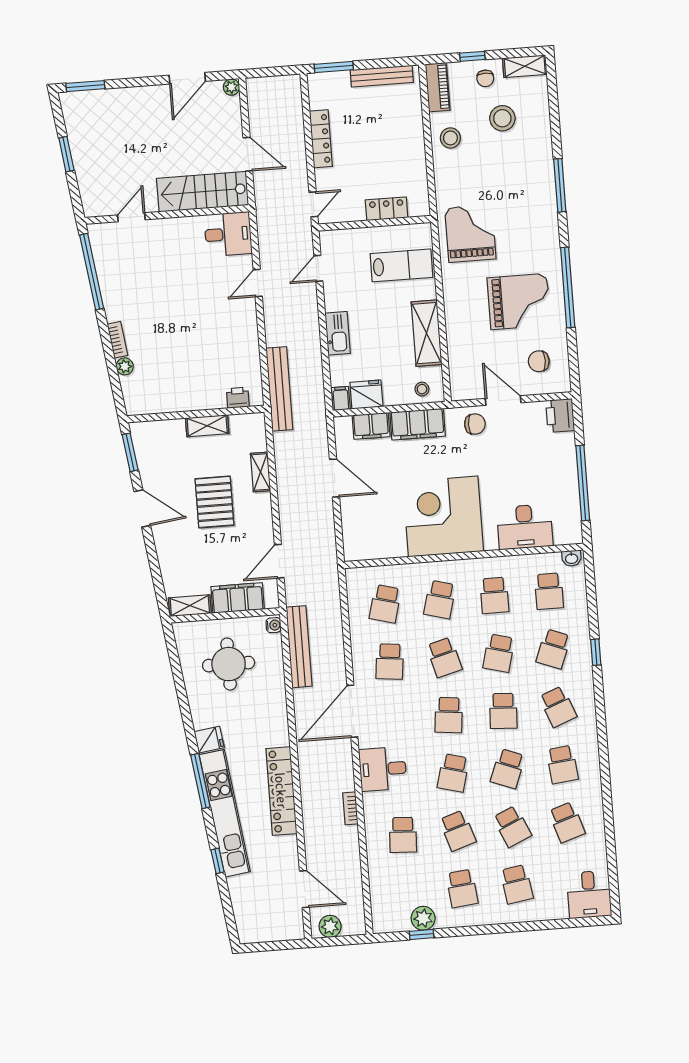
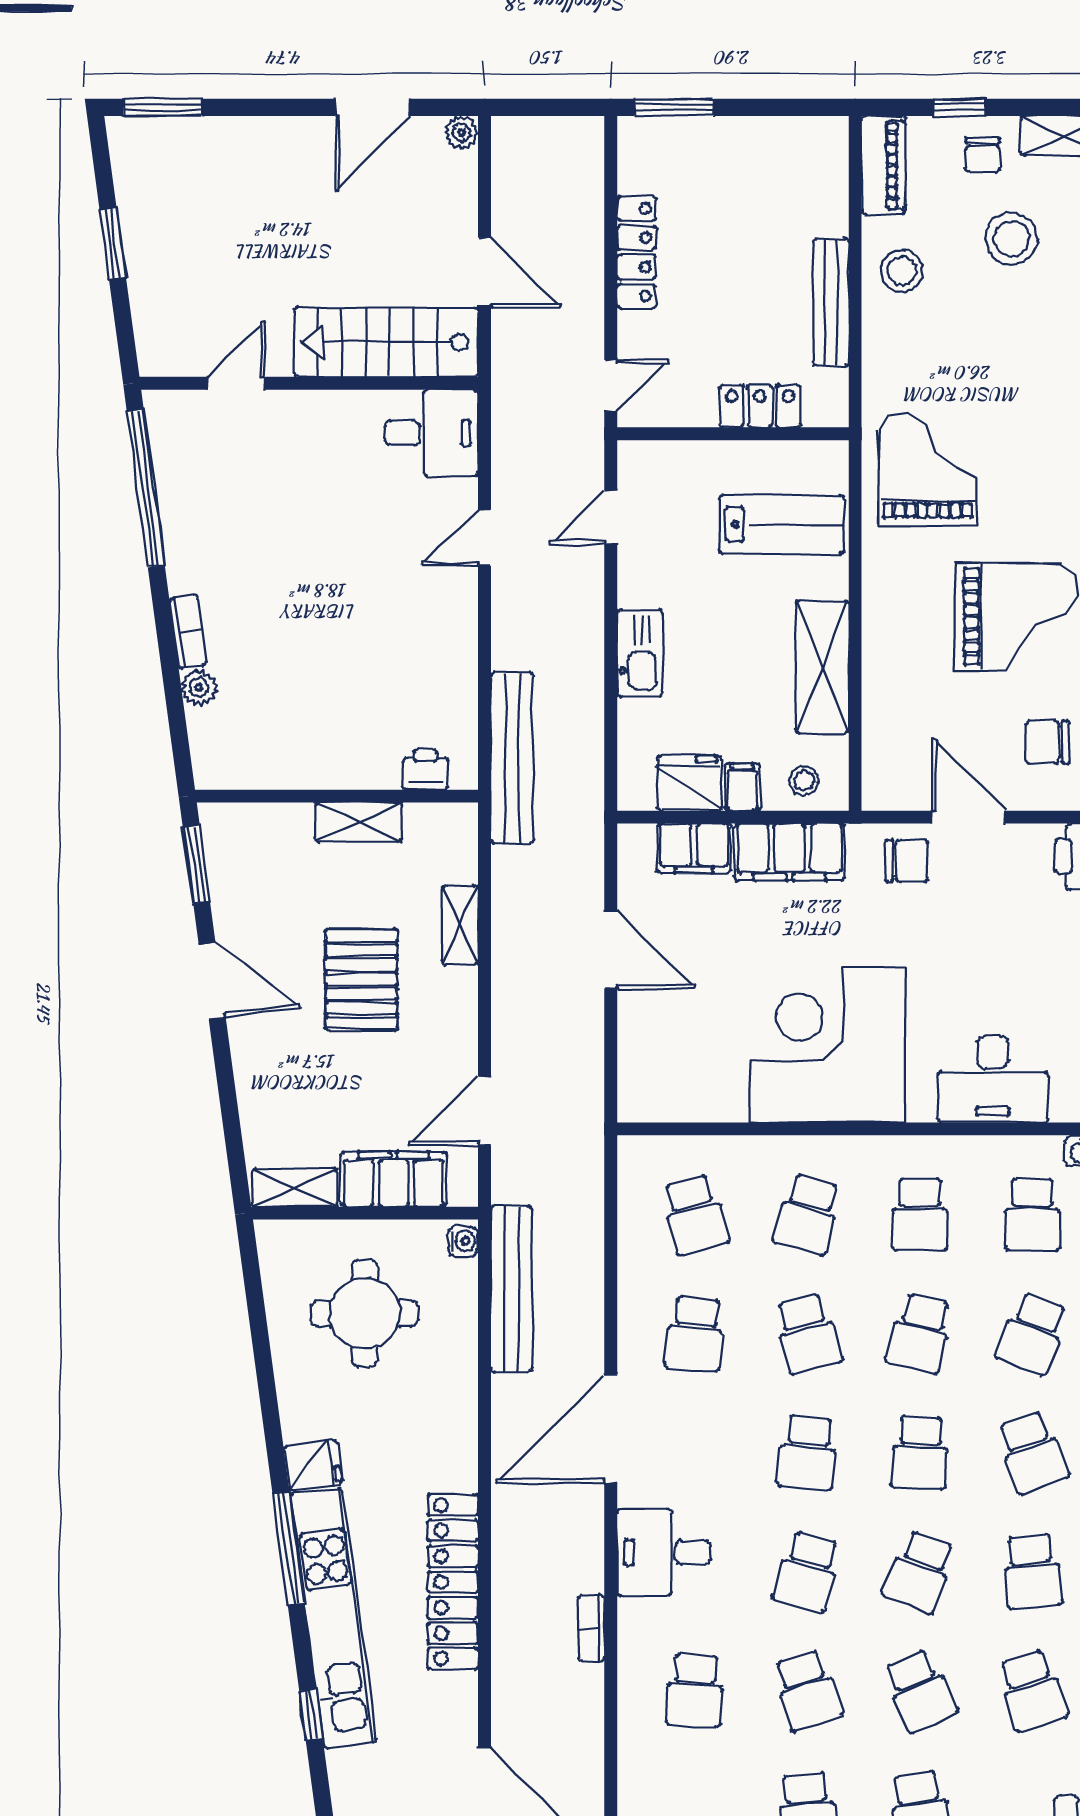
bench: (382, 76) -> (831, 302), moved, turned 90
filing cabinet: (341, 398) -> (743, 787), moved
school desk: (385, 604) -> (695, 1215), turned -30

